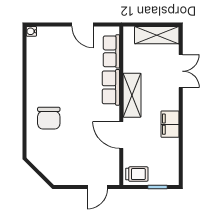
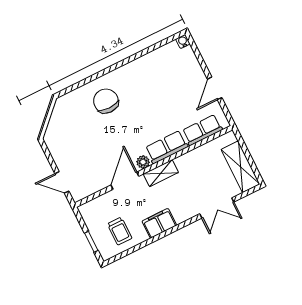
shelving: (132, 95) -> (161, 173), width x0.67, depth x0.75
plant: (113, 113) -> (143, 162), added
chair: (49, 118) -> (106, 101), turned 90
trolley: (137, 174) -> (120, 231), moved

